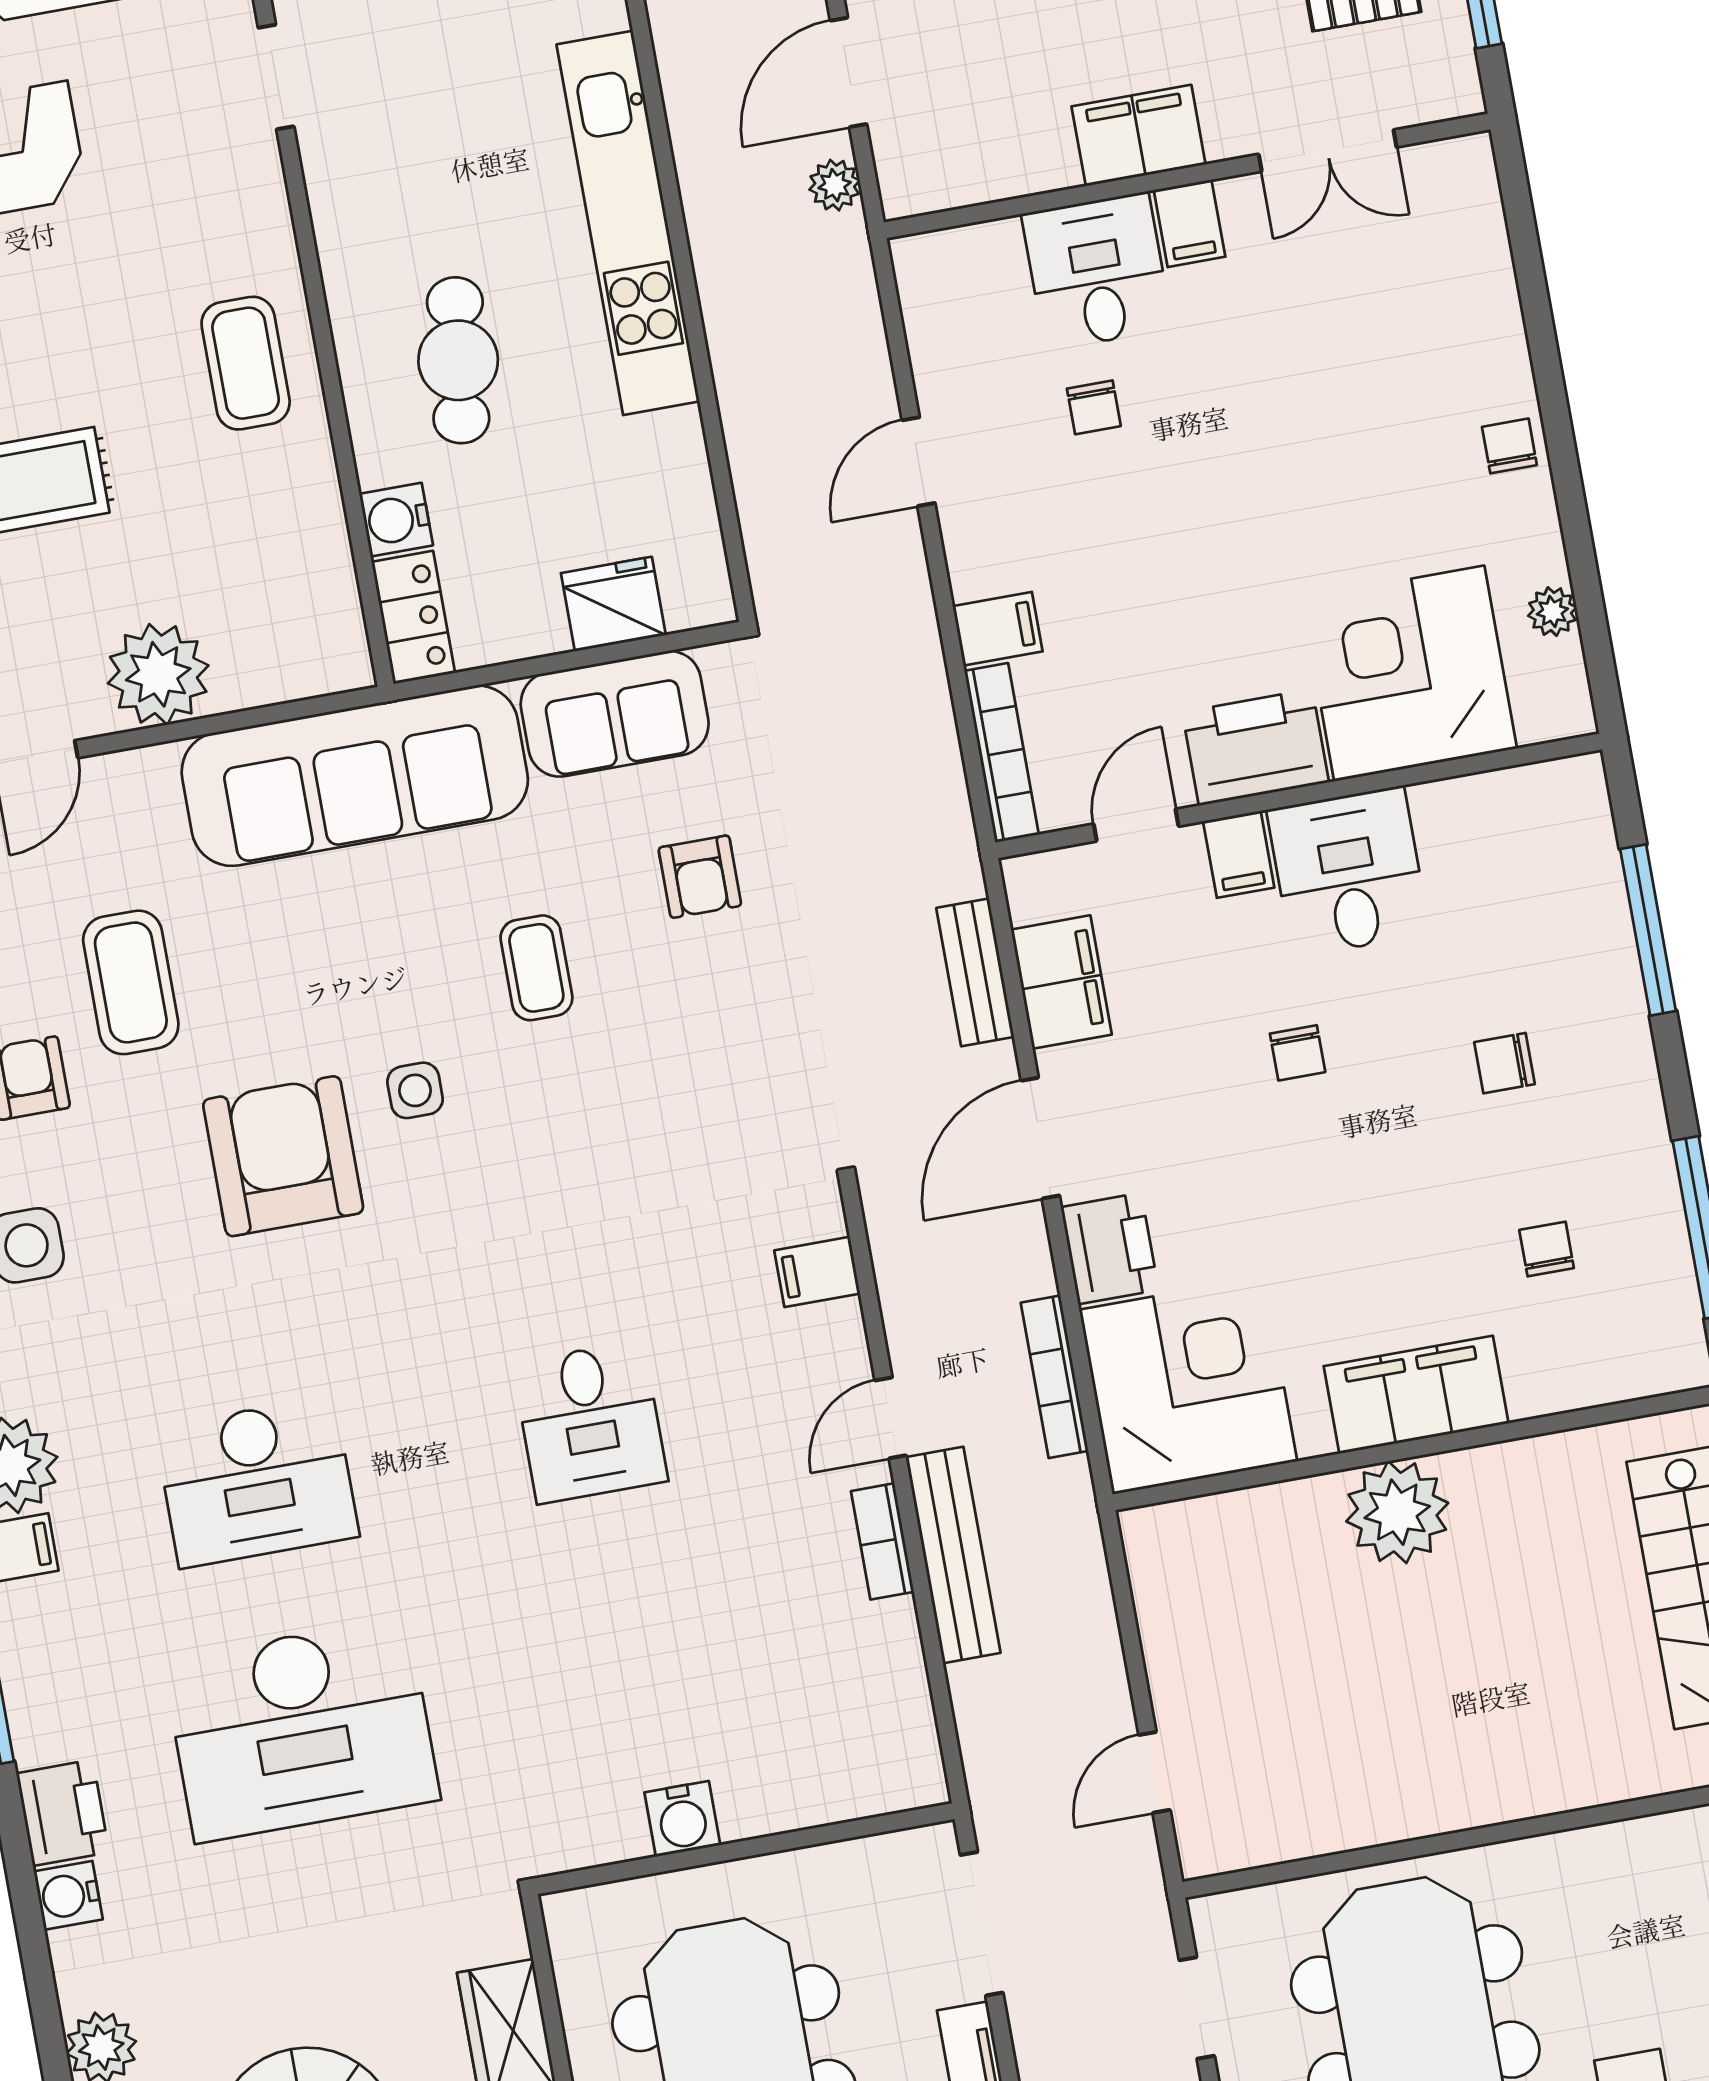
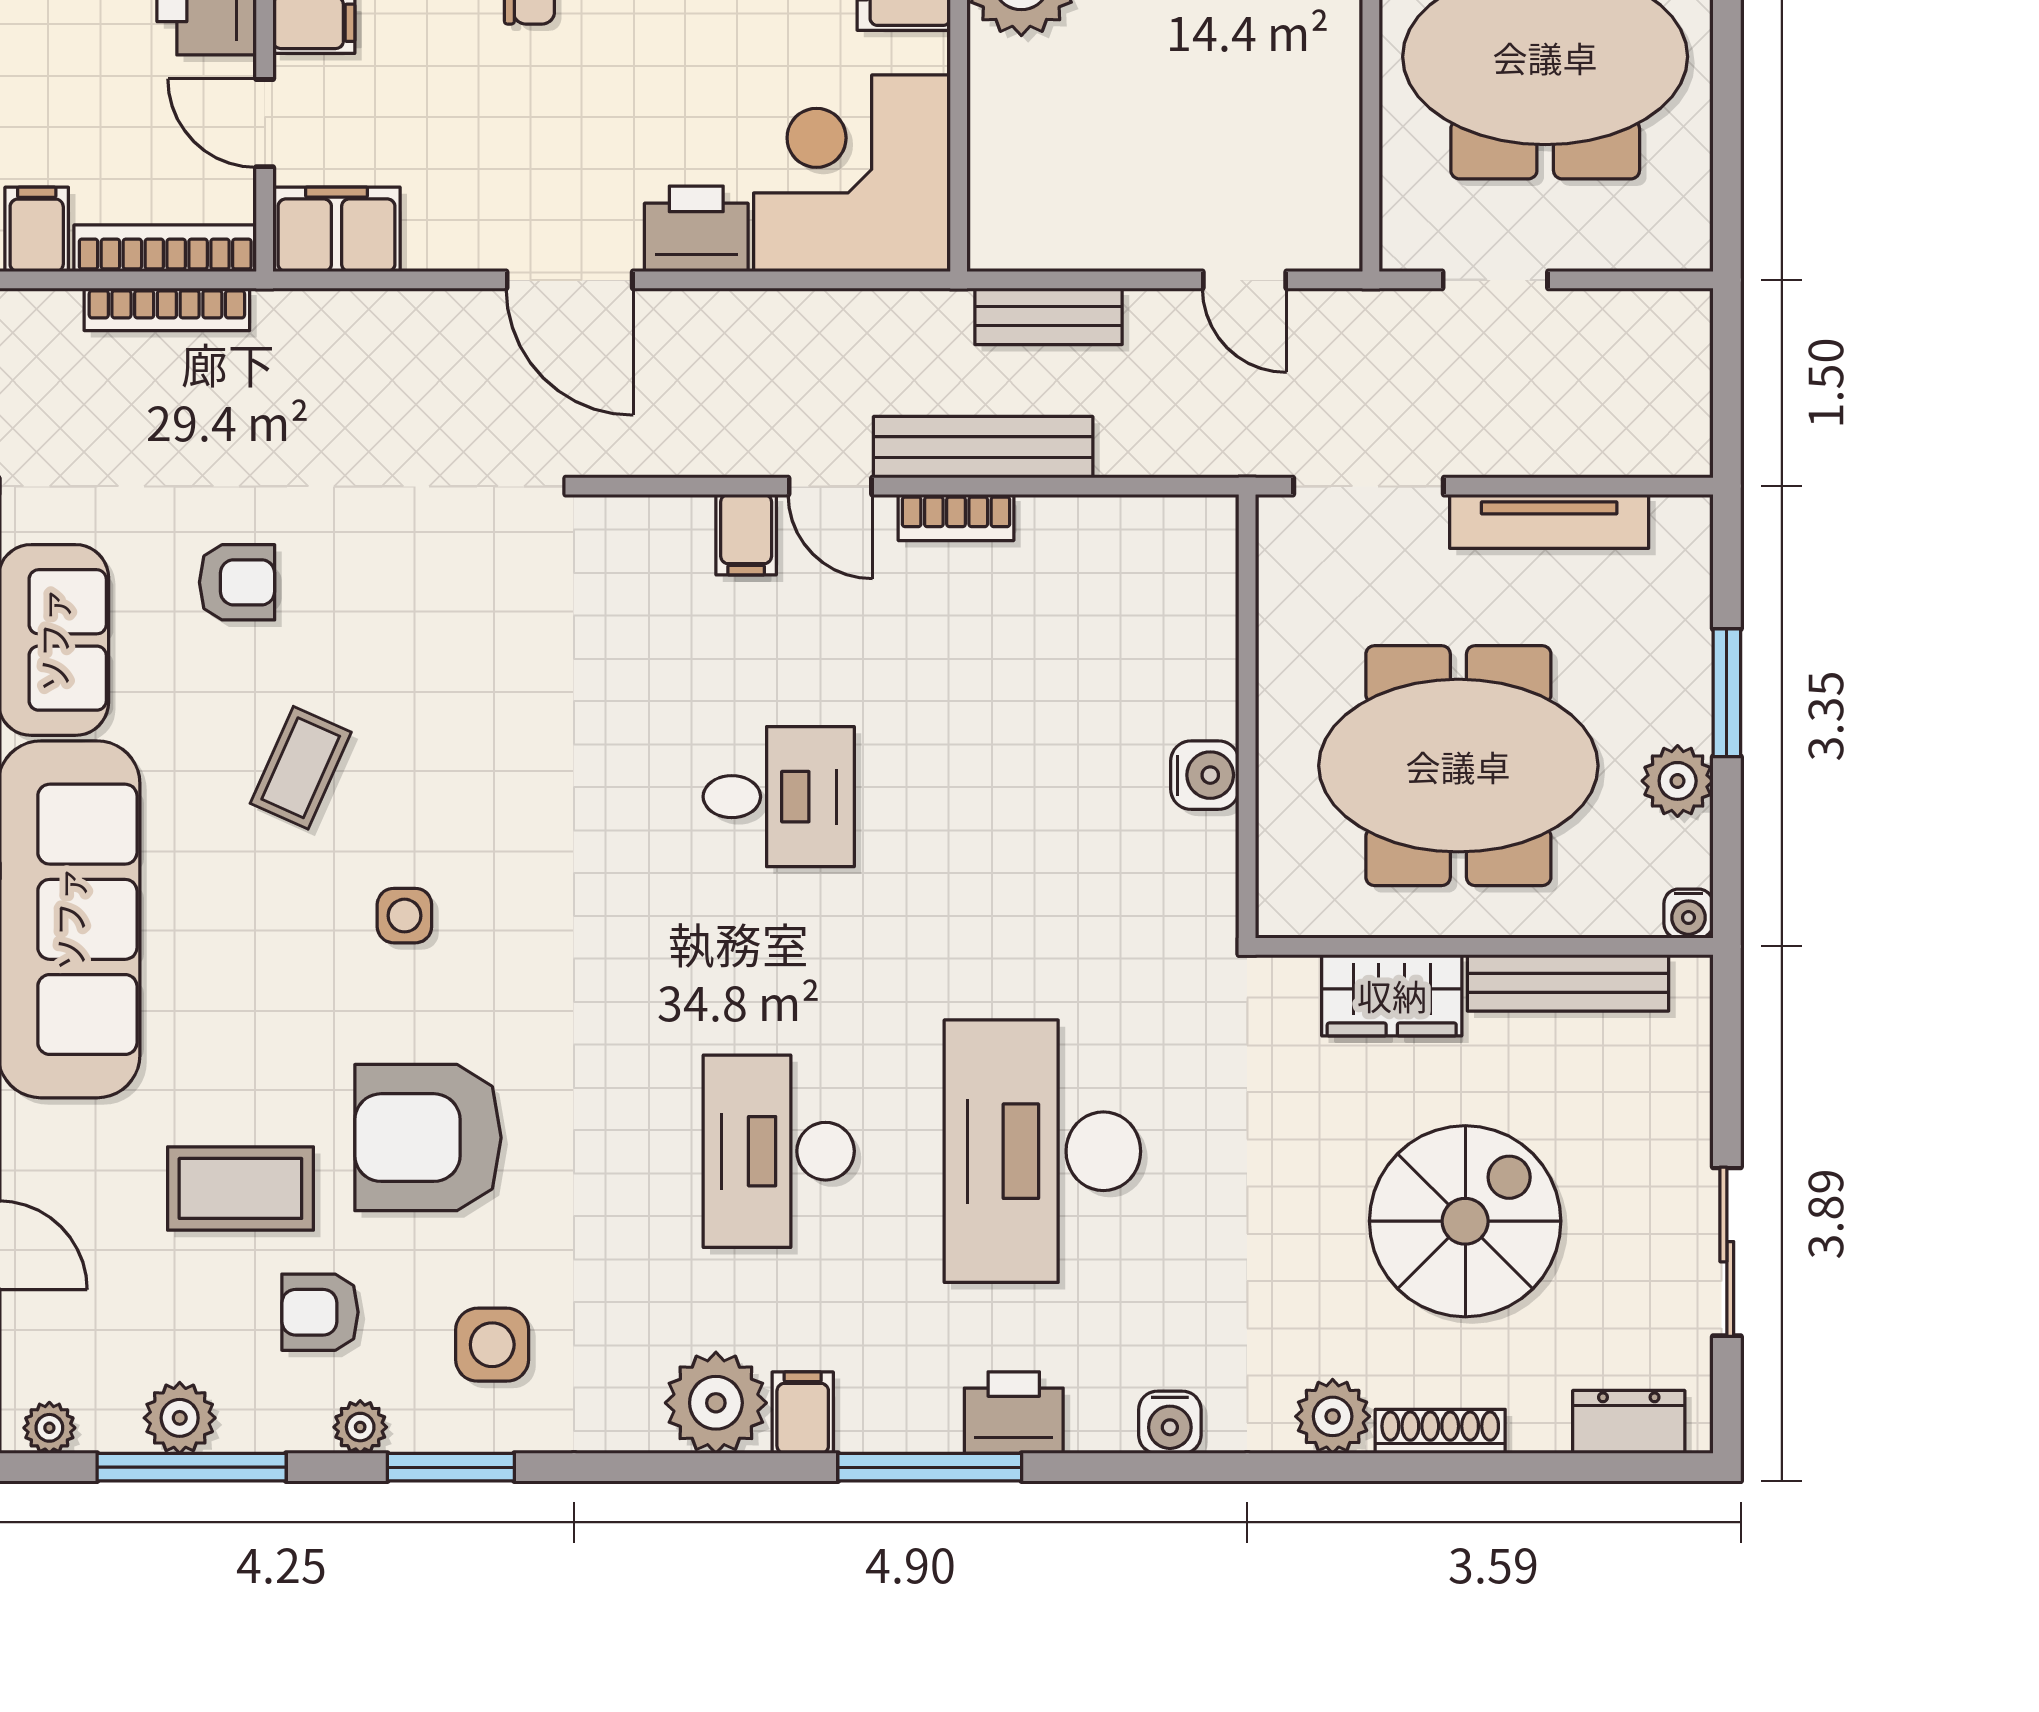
coffee table: (536, 968) -> (301, 768), turned -66
bench: (975, 972) -> (1048, 316), moved
filing cabinet: (1061, 982) -> (337, 229), moved
armchair: (283, 1156) -> (428, 1138), moved
filing cabinet: (817, 1272) -> (746, 535), moved
bookcase: (1055, 1377) -> (167, 309), moved
desk: (257, 1482) -> (779, 1151), turned 180
desk: (301, 1730) -> (1042, 1151), turned 180
printer: (63, 1813) -> (1014, 1413), moved

